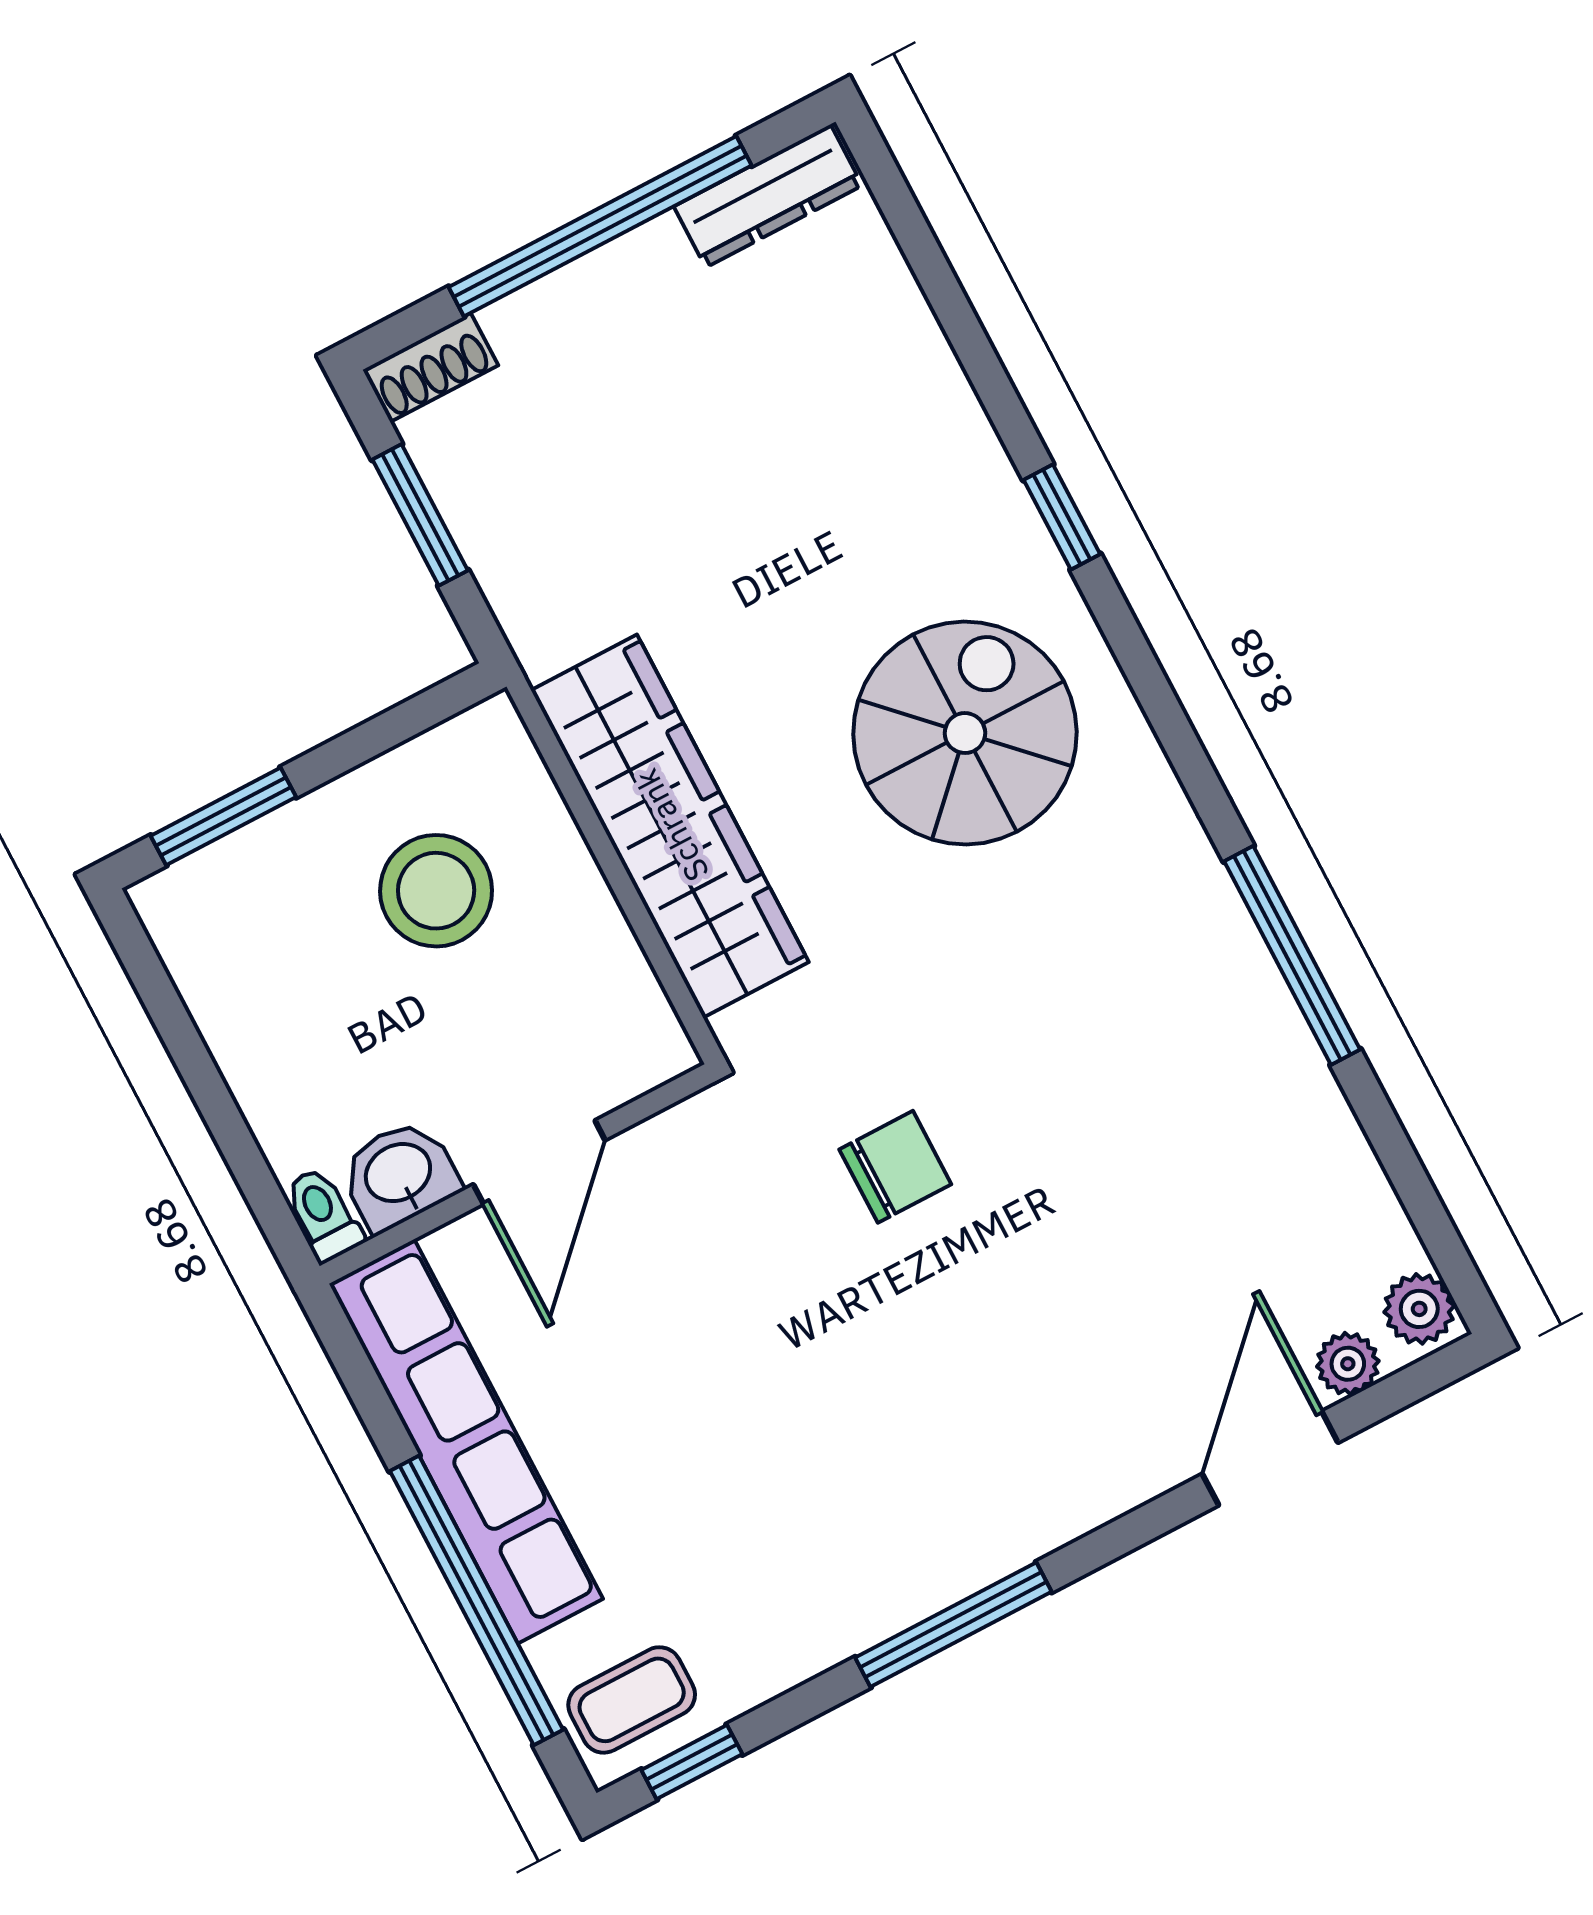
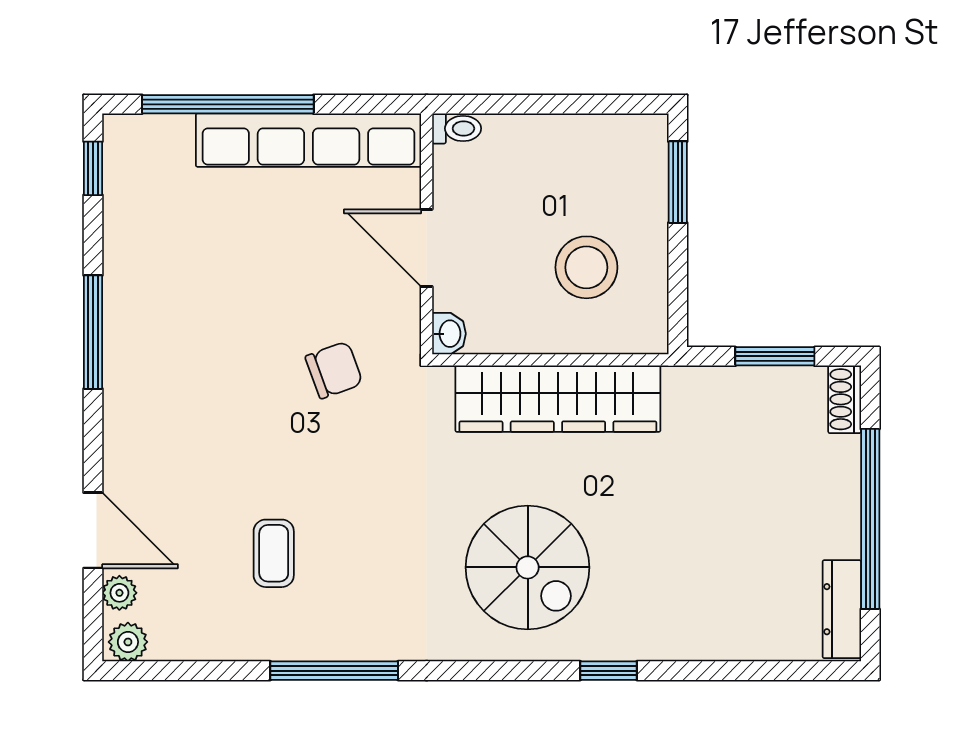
chair: (895, 1167) -> (334, 370), moved, turned -110
washbasin: (399, 1175) -> (449, 334), moved, width x0.72, depth x0.69
coffee table: (632, 1700) -> (274, 553), moved

